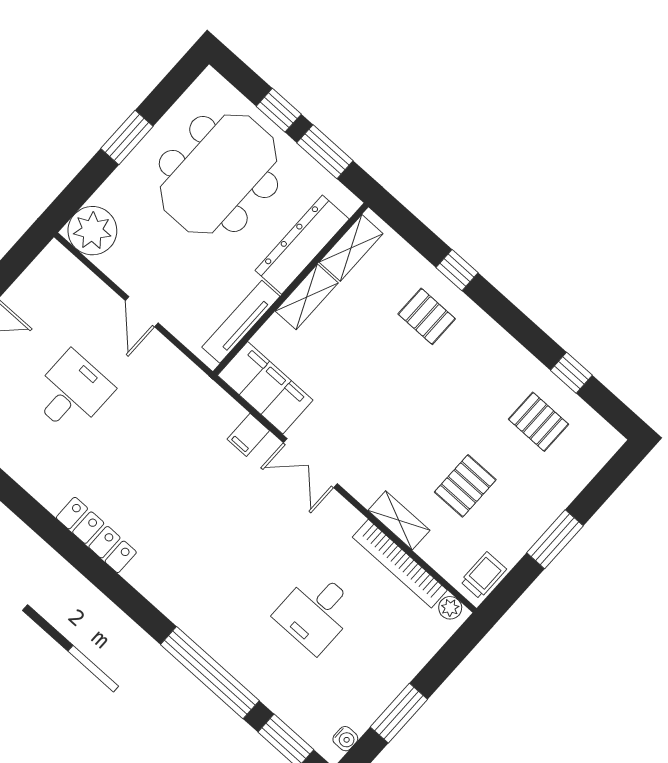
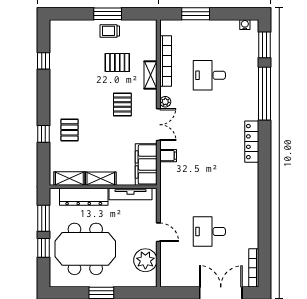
plant: (92, 231) -> (145, 260), moved
door: (142, 312) -> (158, 232), hinge flipped
pallet: (539, 422) -> (122, 104), moved
locker: (96, 535) -> (252, 142), moved
trolley: (483, 575) -> (110, 31), moved
plant: (450, 608) -> (165, 102), moved
desk: (316, 612) -> (209, 75), turned 180
window: (399, 713) -> (196, 14), moved

